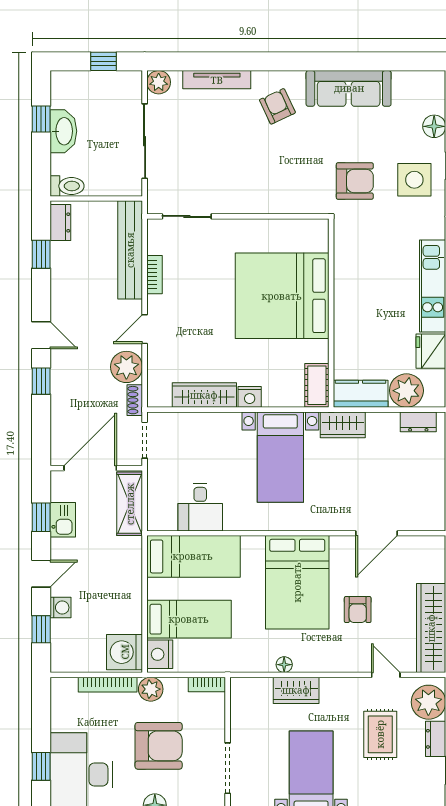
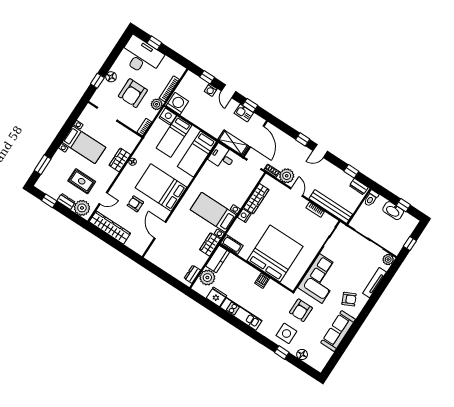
corner sofa: (273, 183) -> (321, 279), added
dishwasher: (347, 287) -> (262, 281), added
desk: (200, 507) -> (222, 157), moved

